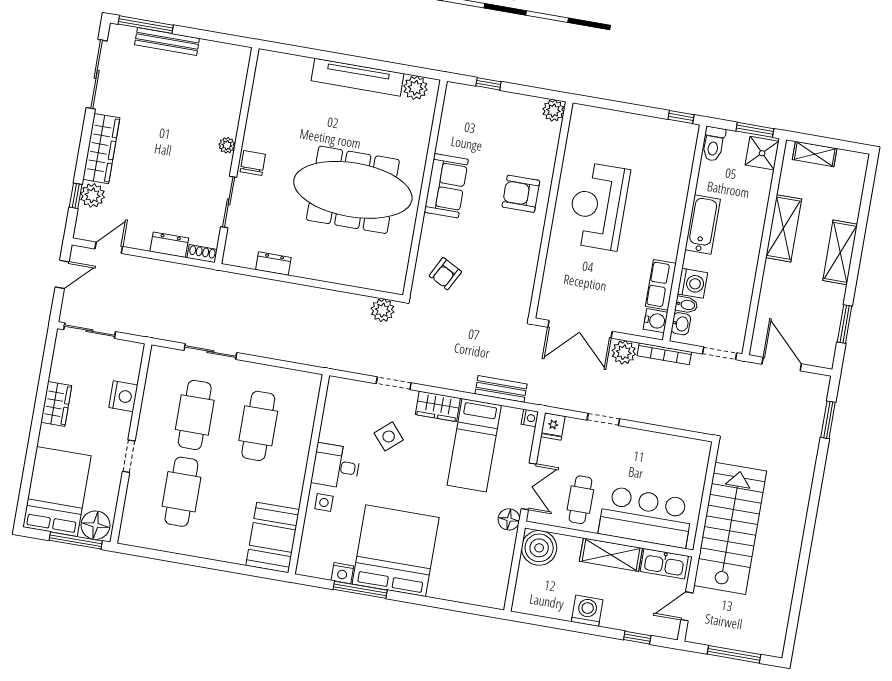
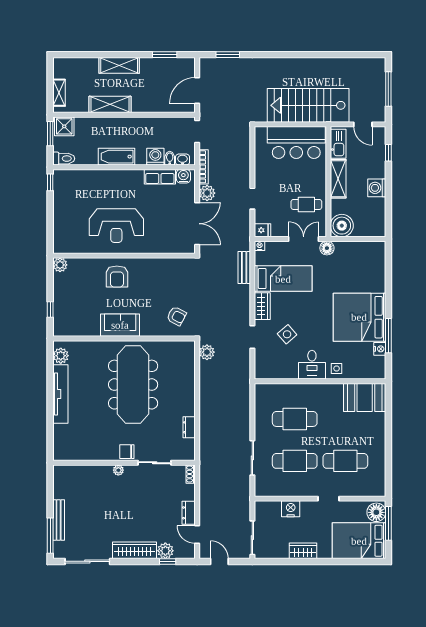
dresser: (169, 245) -> (189, 513), moved
bar counter: (646, 517) -> (296, 143), moved, turned -90

